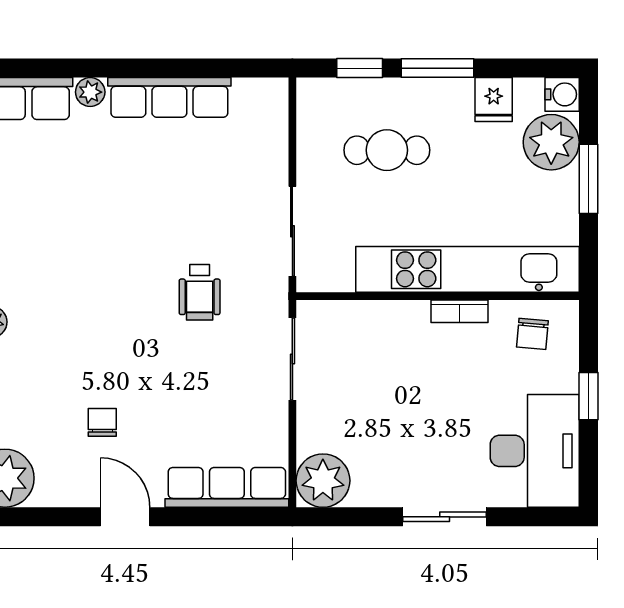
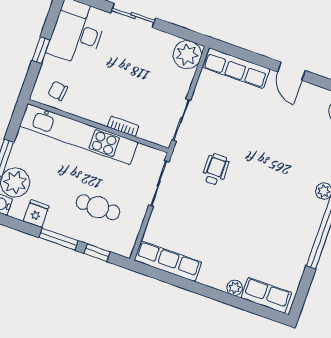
row of seats: (169, 97) -> (168, 261), moved
bookcase: (460, 311) -> (123, 126), moved
chair: (532, 334) -> (58, 91), turned -88
chair: (102, 422) -> (286, 122), removed

